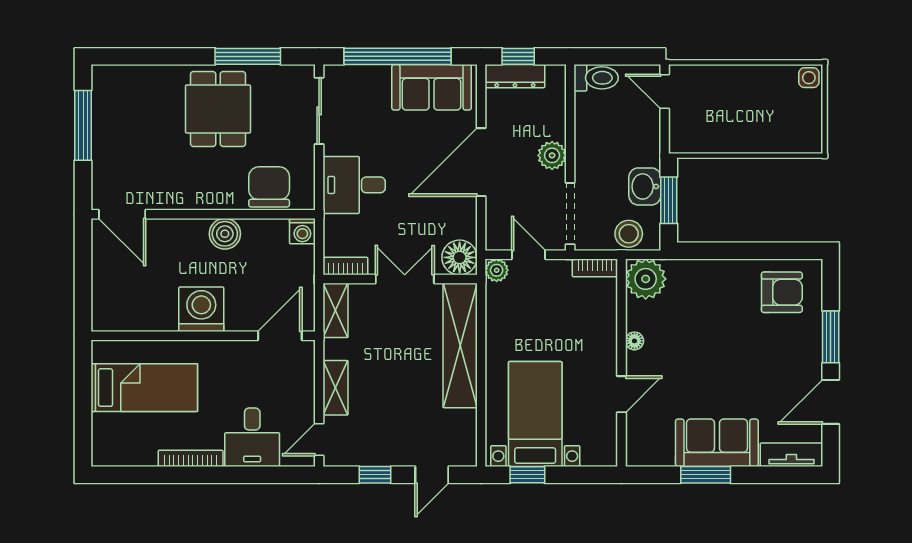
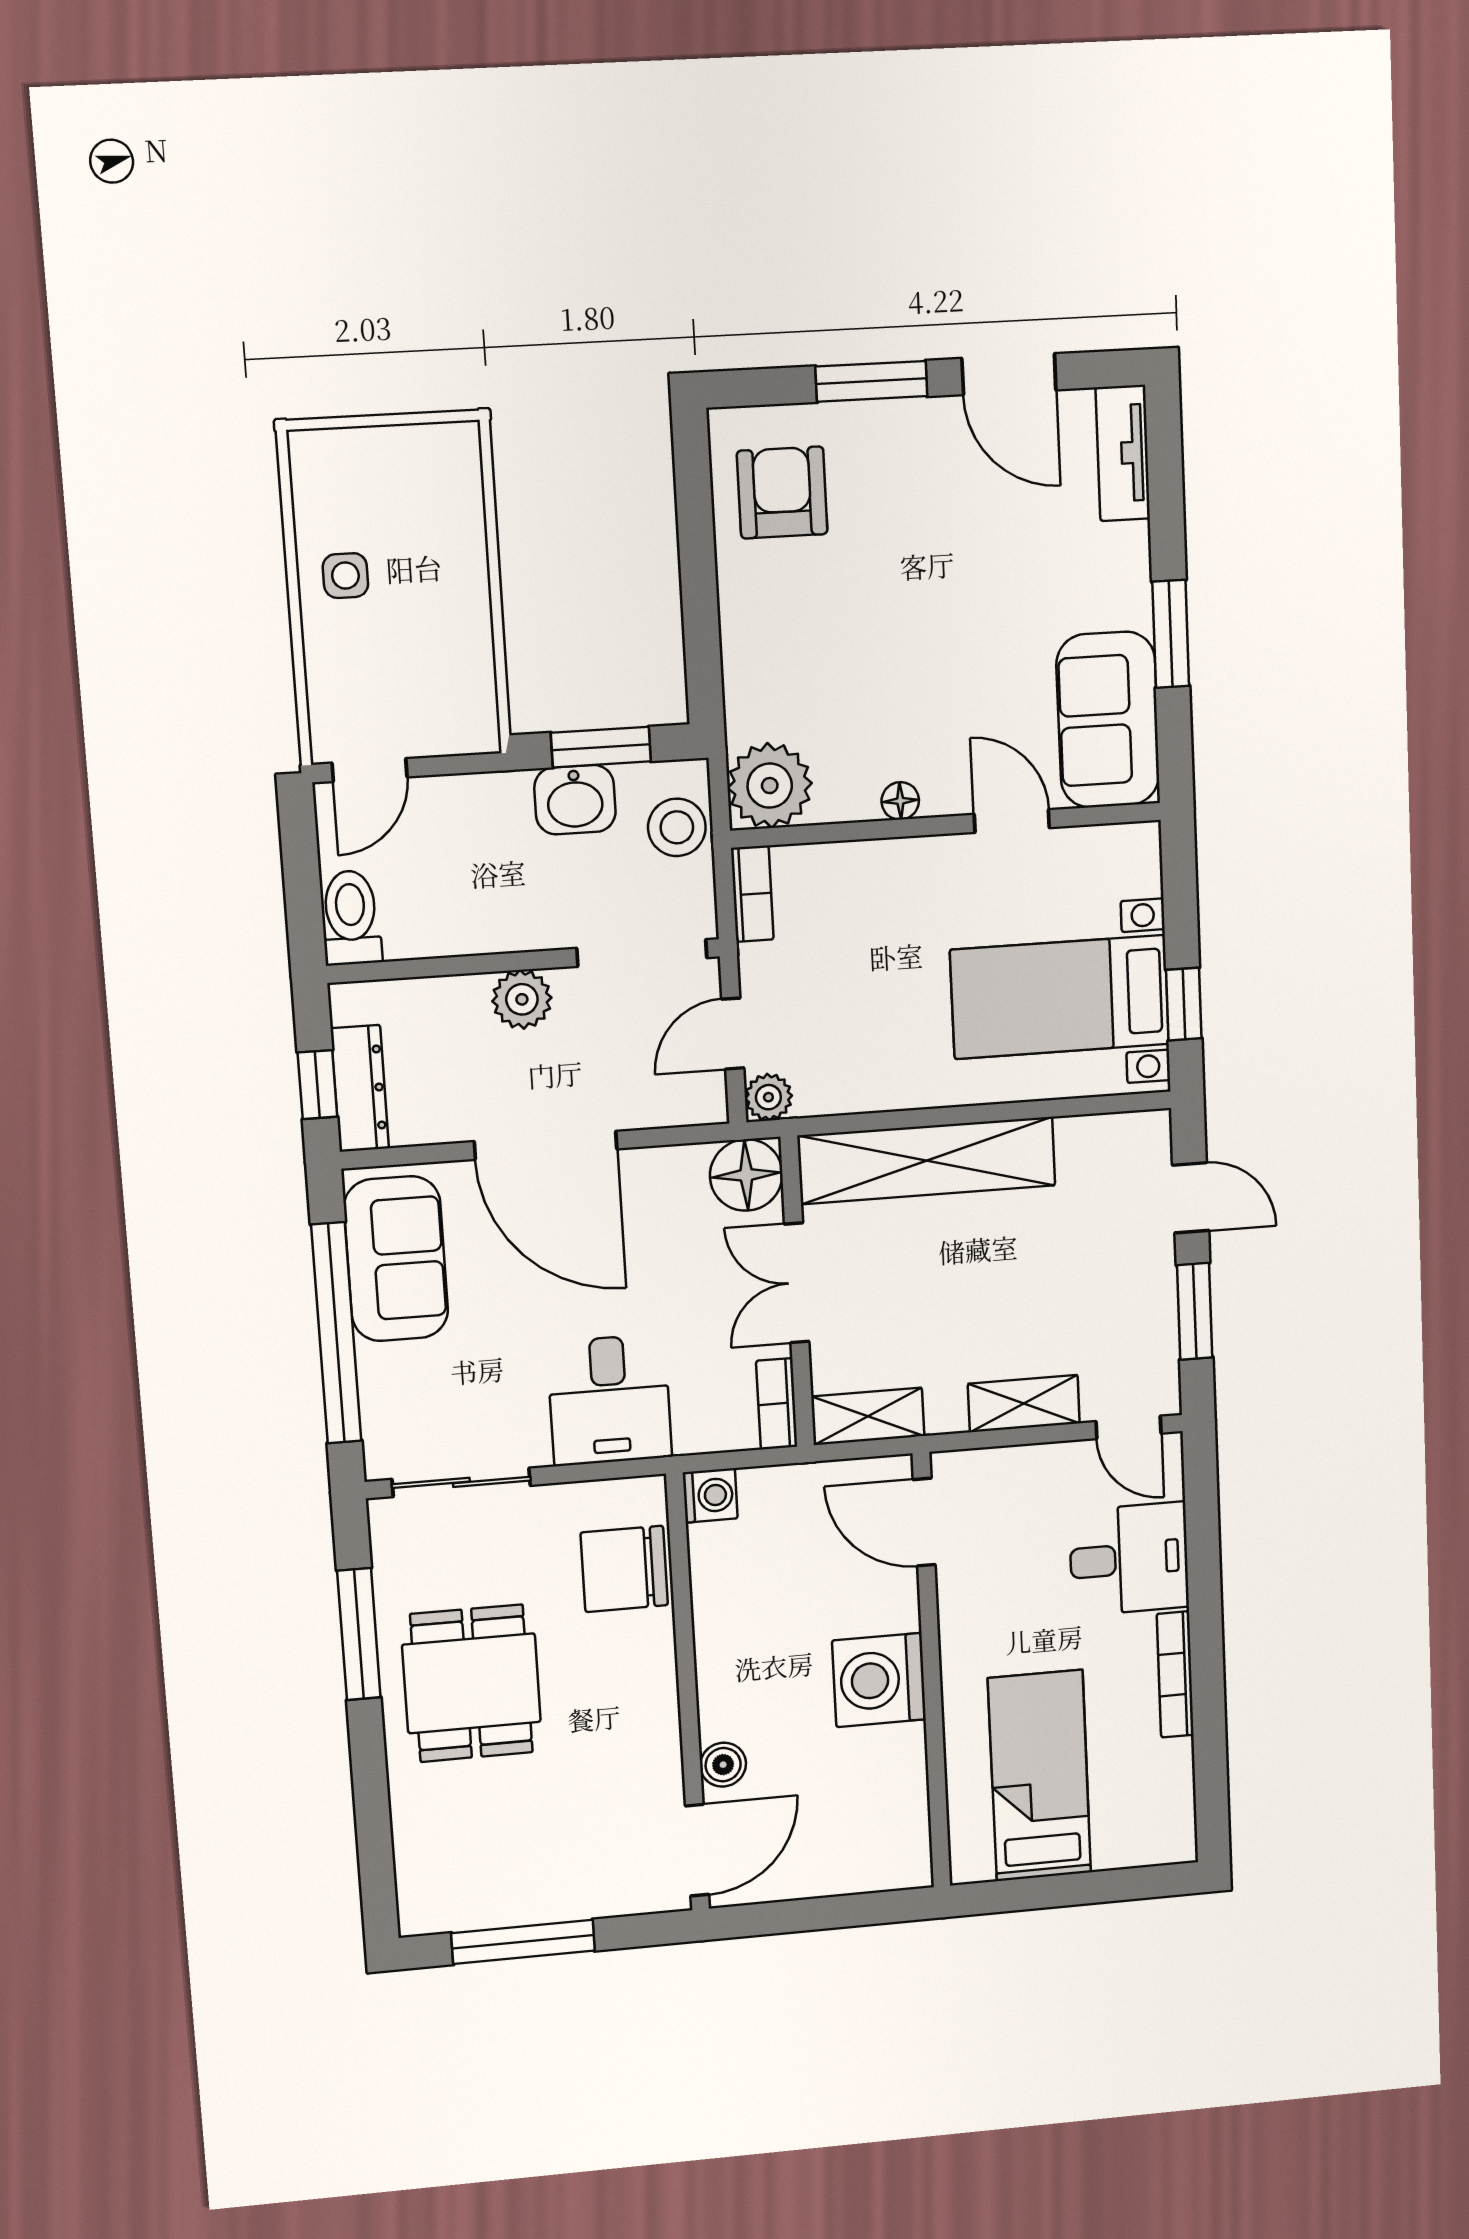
side table: (809, 78) -> (345, 576), moved
dining table: (218, 109) -> (471, 1683), turned 90
boiler: (225, 234) -> (723, 1765), moved, width x0.73, depth x0.73
sofa: (717, 443) -> (1108, 720), moved
window: (375, 475) -> (1195, 1311), width x1.50

